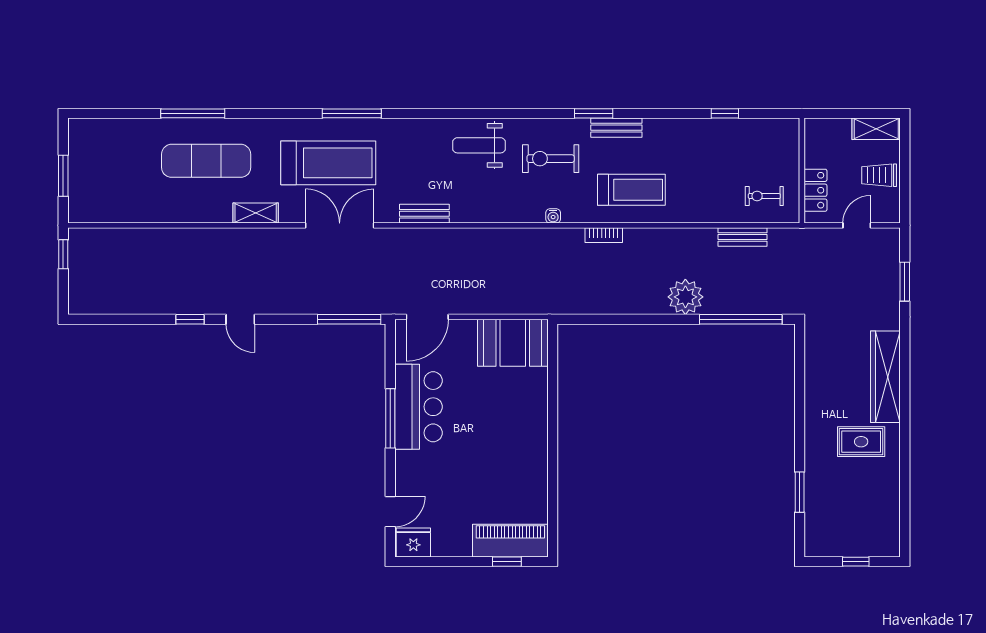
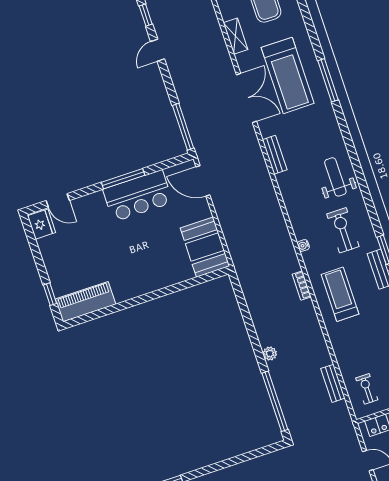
treadmill: (631, 190) -> (340, 294), turned 180
plant: (685, 297) -> (270, 353), width x0.53, depth x0.53
piano: (510, 541) -> (85, 302), moved, turned -90

